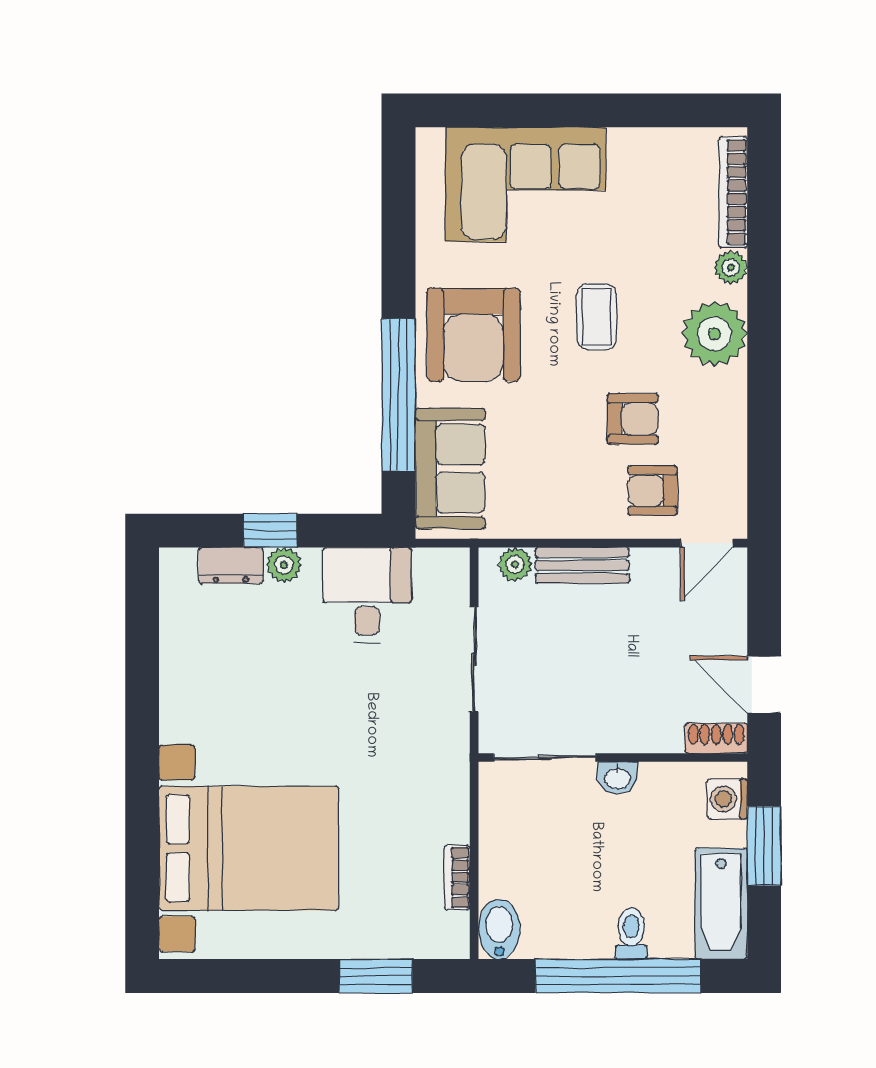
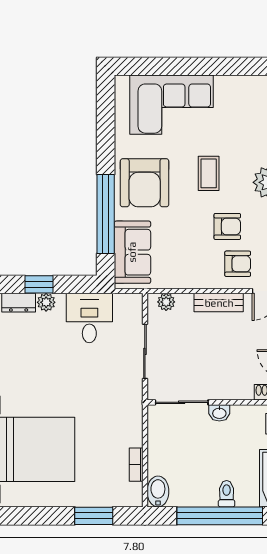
armchair: (653, 491) -> (238, 264), turned 180
bench: (582, 565) -> (219, 303), moved

